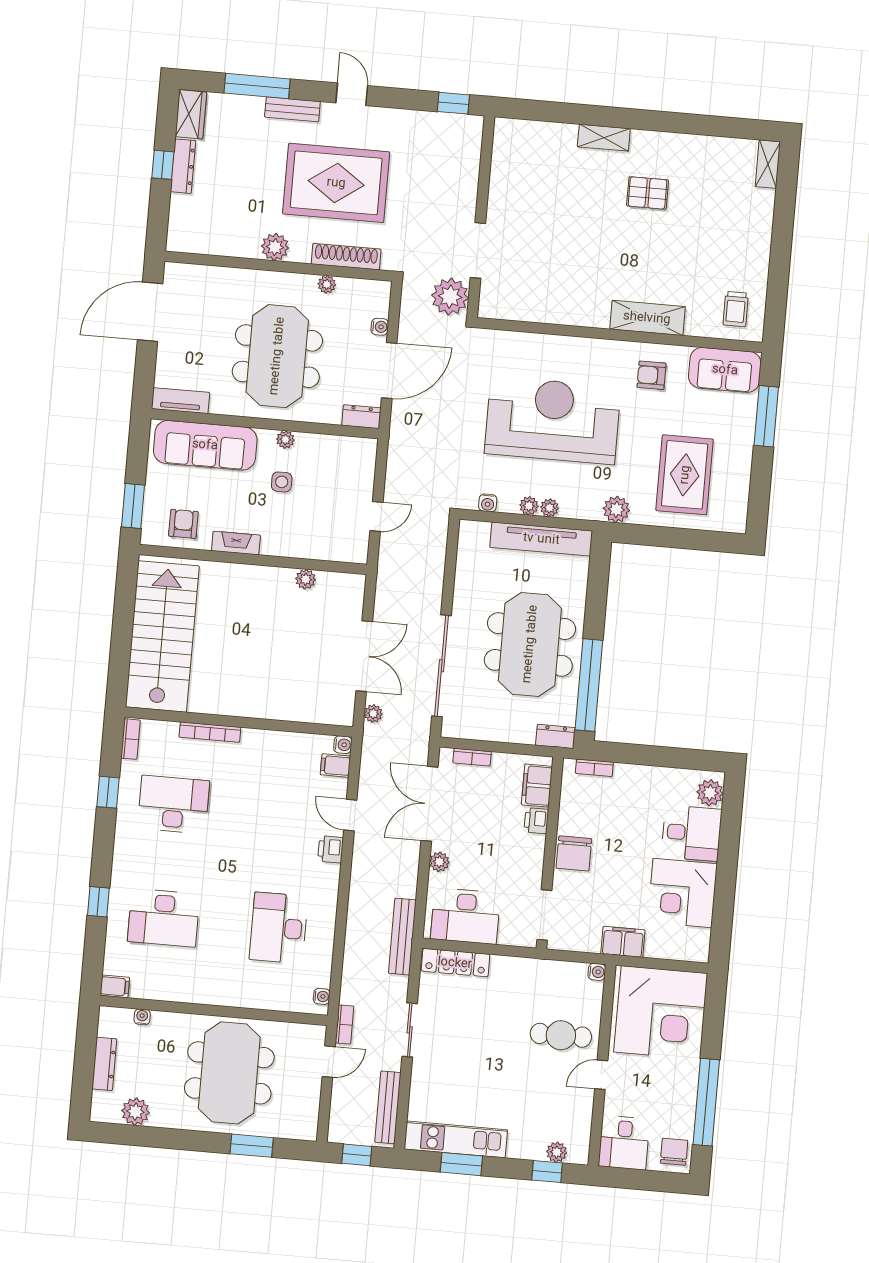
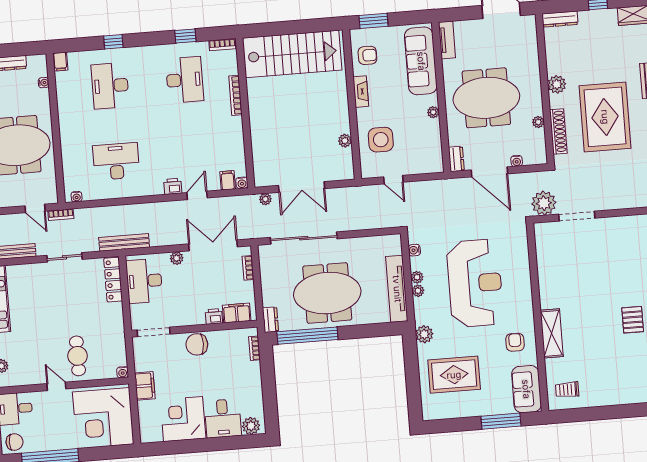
dresser: (183, 166) -> (560, 19), moved
side table: (282, 482) -> (381, 140), moved, width x1.87, depth x1.87

